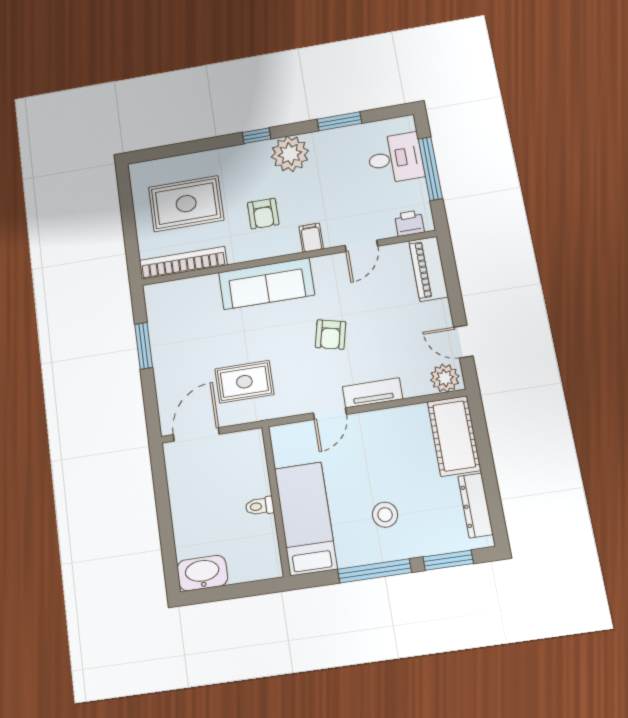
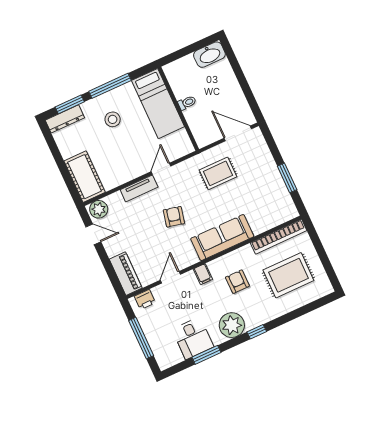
desk: (395, 158) -> (193, 338), moved, turned -90
door: (196, 434) -> (238, 133), swing flipped
dresser: (476, 505) -> (65, 119), moved, turned 90

